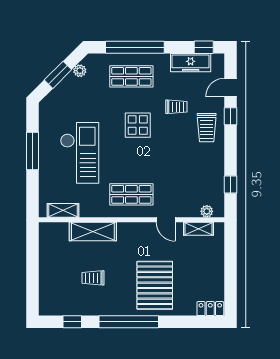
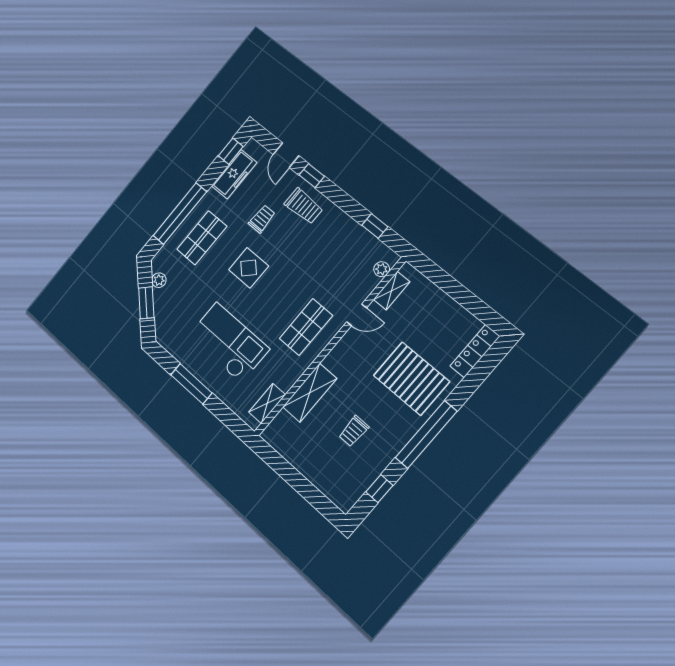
locker: (210, 309) -> (475, 351), width x1.53

